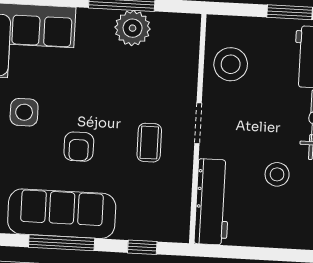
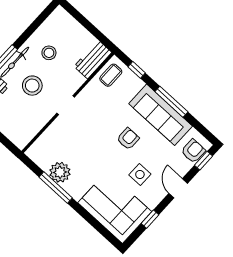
stool: (231, 64) -> (32, 86), moved
coffee table: (149, 143) -> (111, 75), moved
workbench: (212, 202) -> (93, 59), width x0.73

